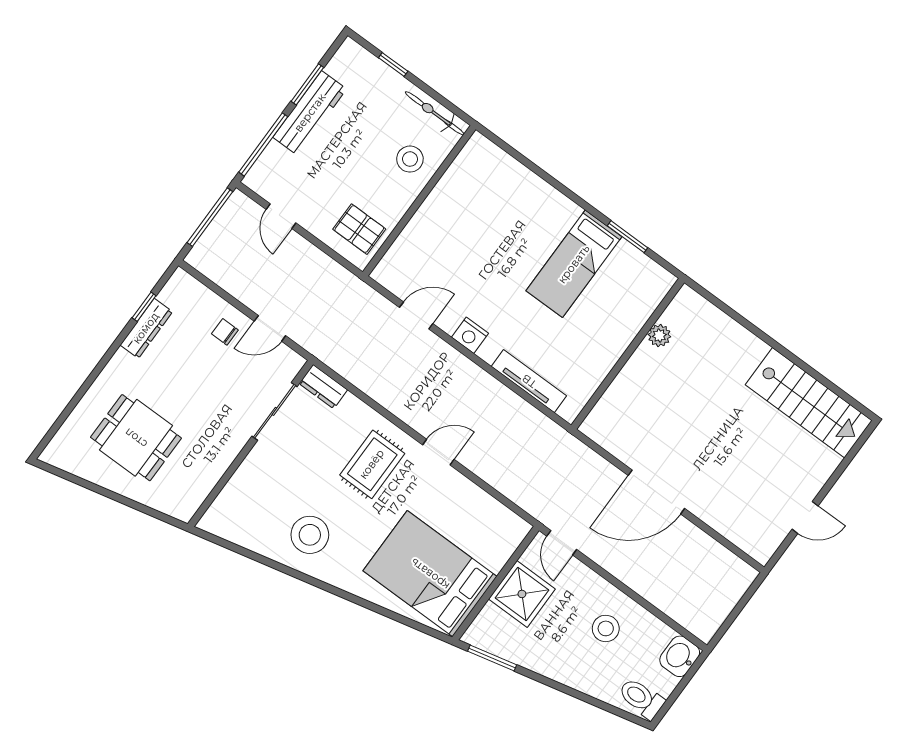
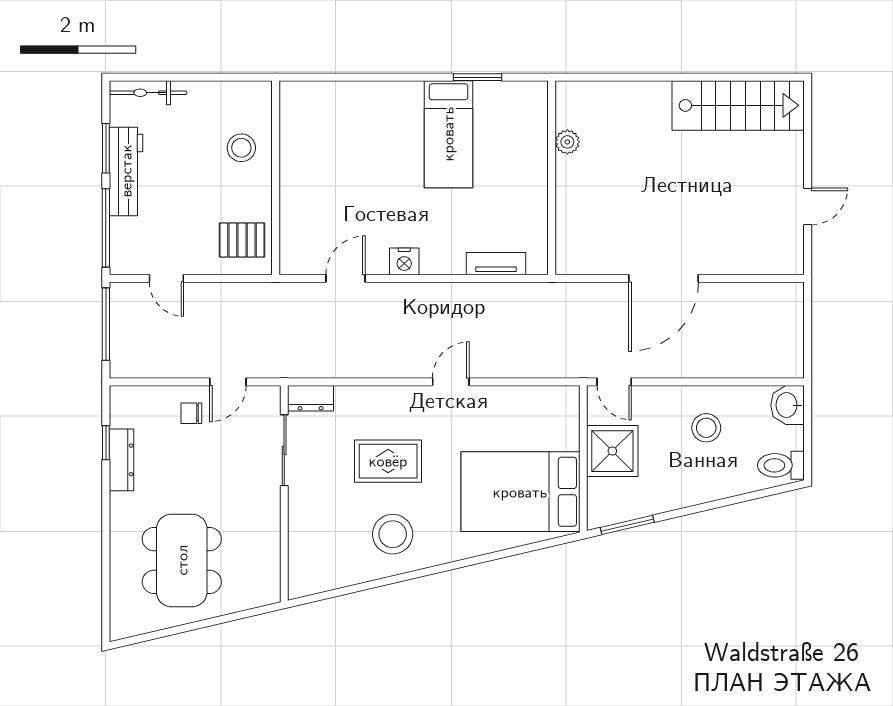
window: (393, 65) -> (167, 77), removed
bicycle: (435, 113) -> (148, 93), moved
tv unit: (529, 381) -> (496, 264), width x0.71
dining table: (136, 438) -> (182, 560), width x1.38
rug: (372, 464) -> (388, 461), moved, turned 90

